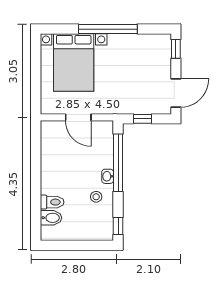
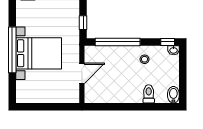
bed with nightstands: (74, 63) -> (39, 53), moved
washbasin: (108, 176) -> (174, 50), moved
bidet: (51, 218) -> (173, 95), moved

